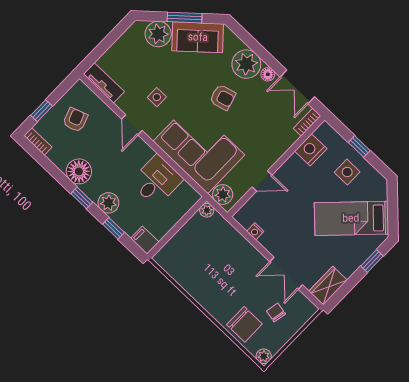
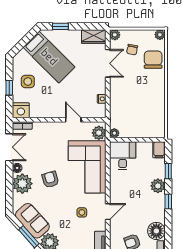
nightstand: (311, 150) -> (21, 110), moved
floor lamp: (79, 171) -> (156, 231), moved
desk: (157, 181) -> (123, 156), moved, turned 90
plant: (309, 309) -> (115, 35), added

